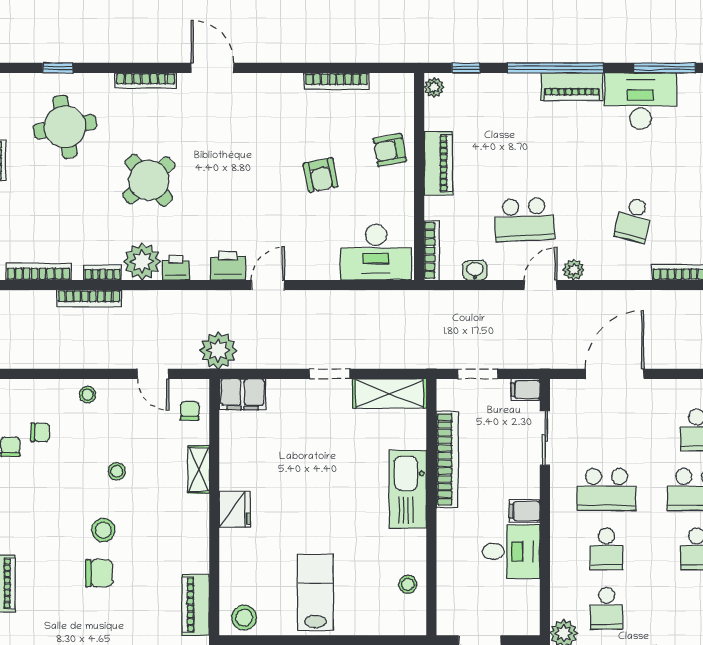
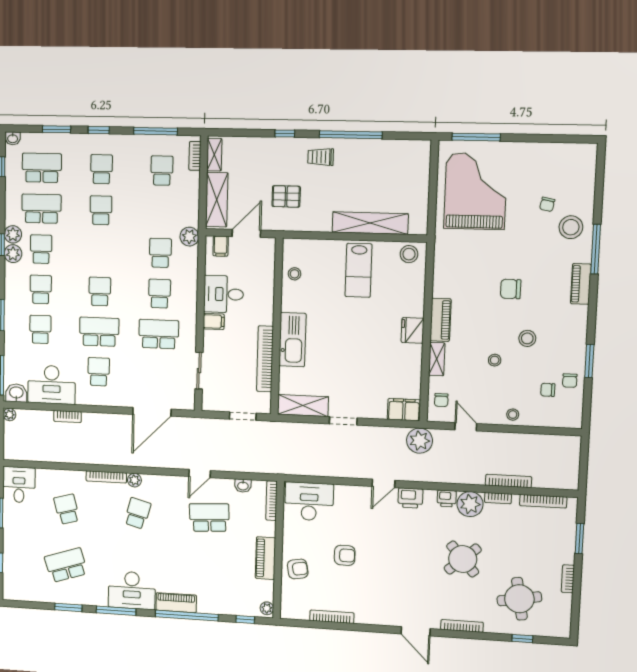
armchair: (321, 175) -> (345, 555), turned 101
plant: (574, 270) -> (134, 480), moved
filing cabinet: (526, 390) -> (221, 246), moved, turned 90
stool: (103, 530) -> (527, 338), moved
piano: (196, 605) -> (440, 320), moved

